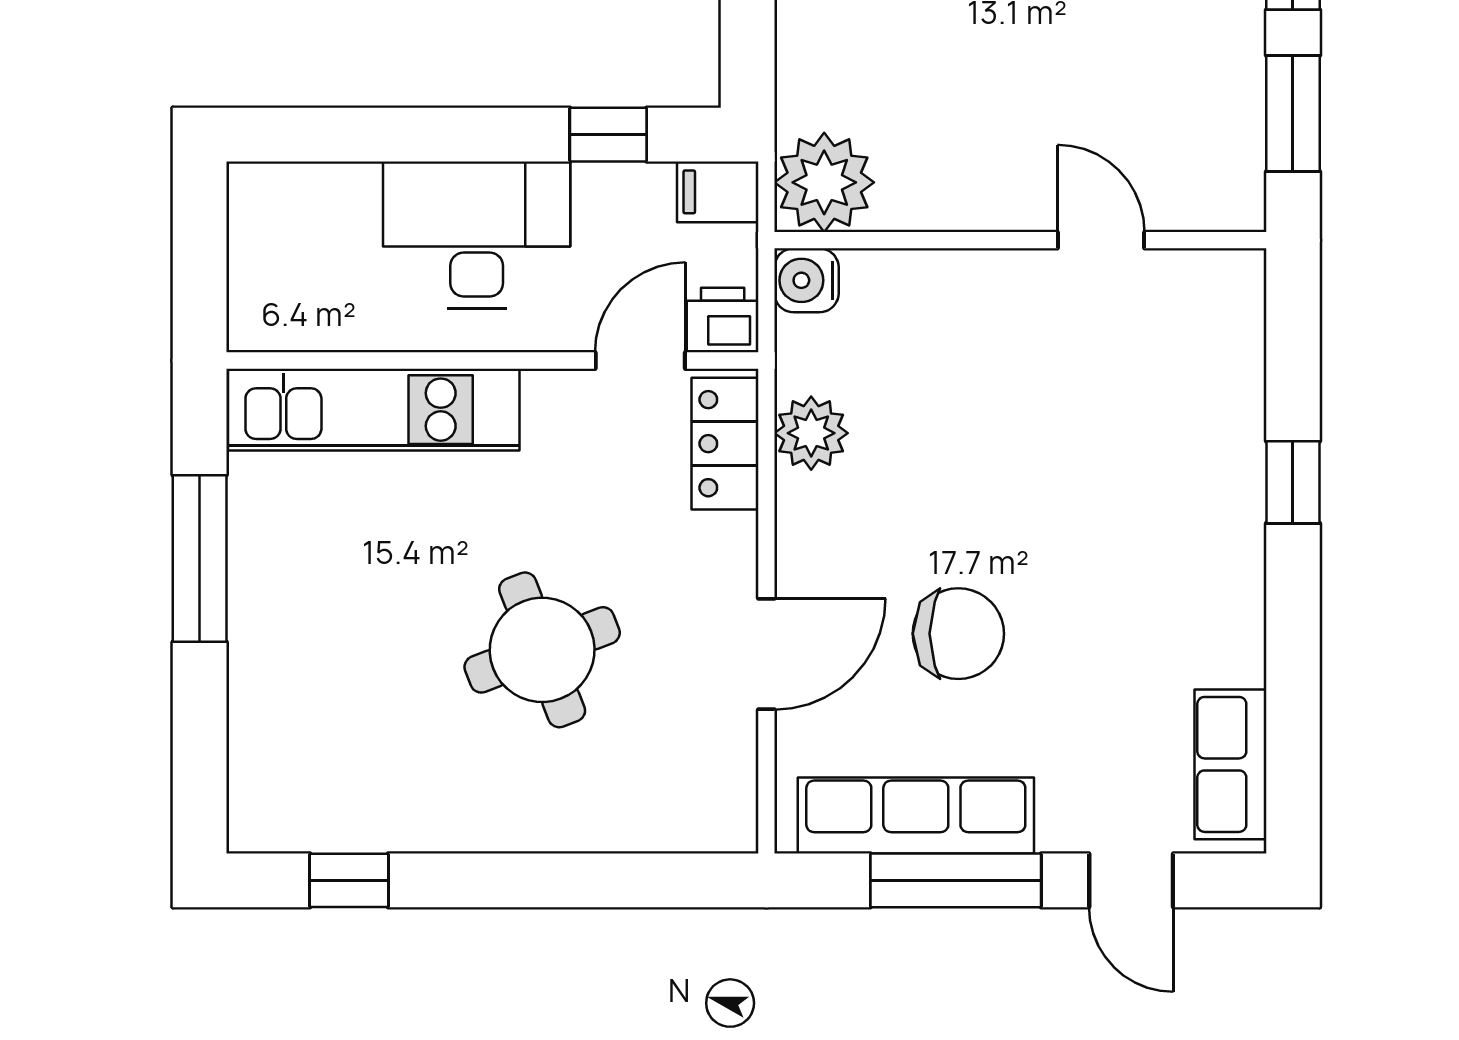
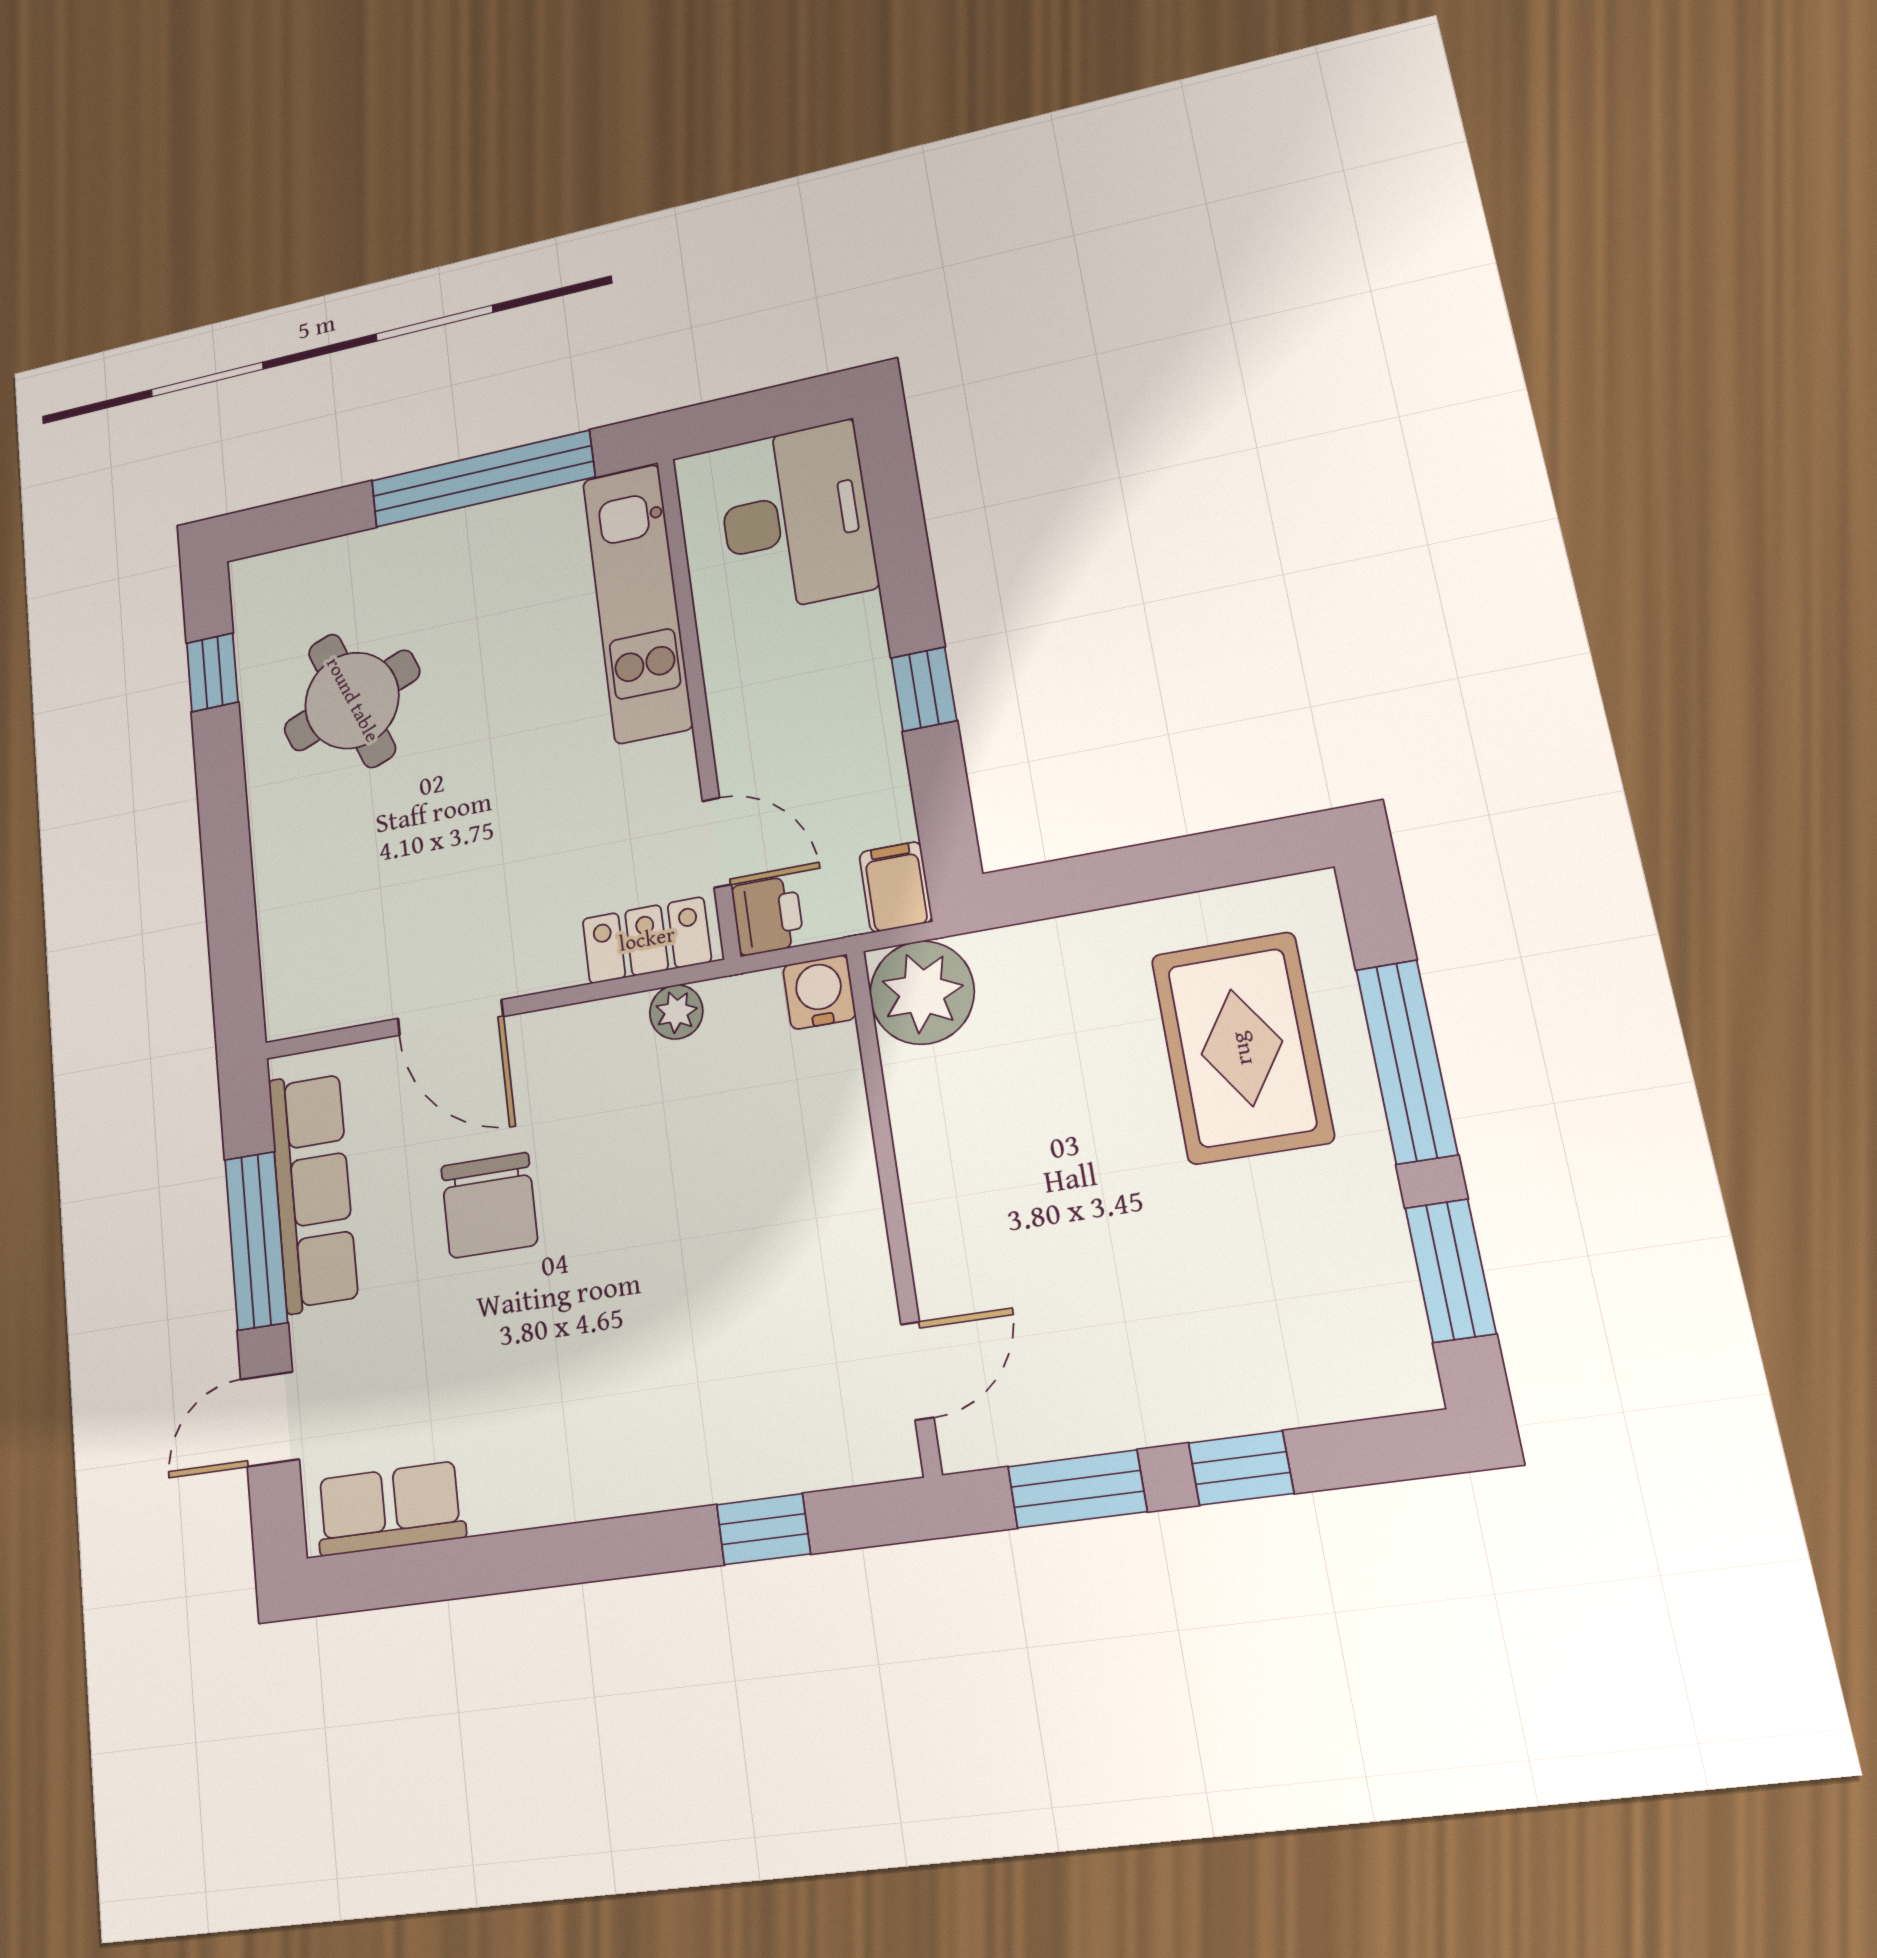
window: (608, 135) -> (924, 689), moved
desk: (477, 235) -> (796, 518), moved
door: (1101, 240) -> (917, 1371), moved
plant: (811, 433) -> (676, 1012), width x0.73, depth x0.73
window: (1293, 482) -> (763, 1529), moved
window: (200, 559) -> (482, 479), width x1.46
round table: (542, 650) -> (352, 700), moved

